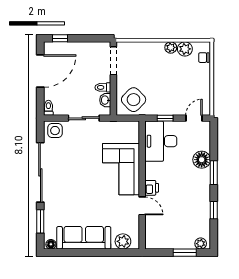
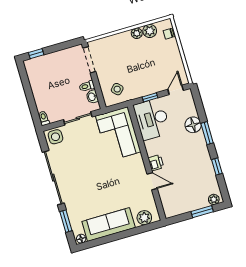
door: (40, 71) -> (27, 88), removed
side table: (134, 100) -> (117, 89), width x0.54, depth x0.54
corner sofa: (121, 169) -> (118, 134), moved

